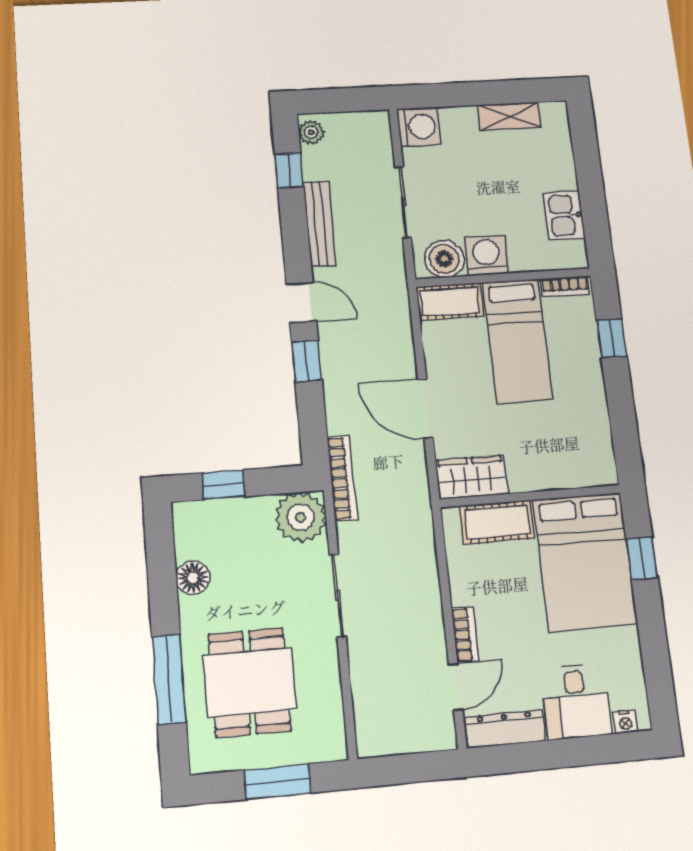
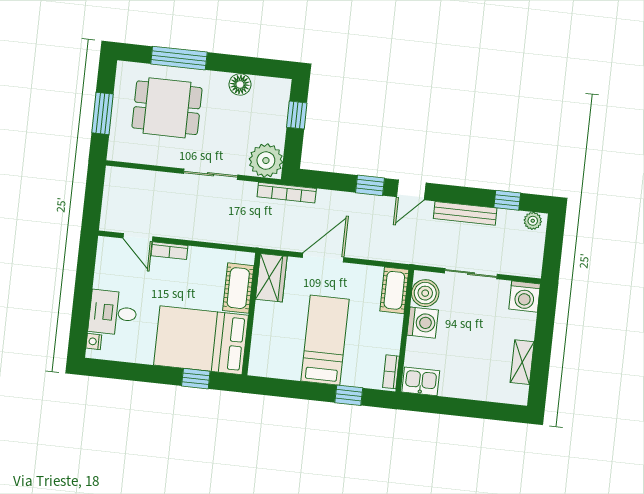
kitchen sink: (564, 215) -> (421, 381), moved
bed: (518, 341) -> (325, 340), moved, turned 90
dresser: (505, 729) -> (105, 263), removed

